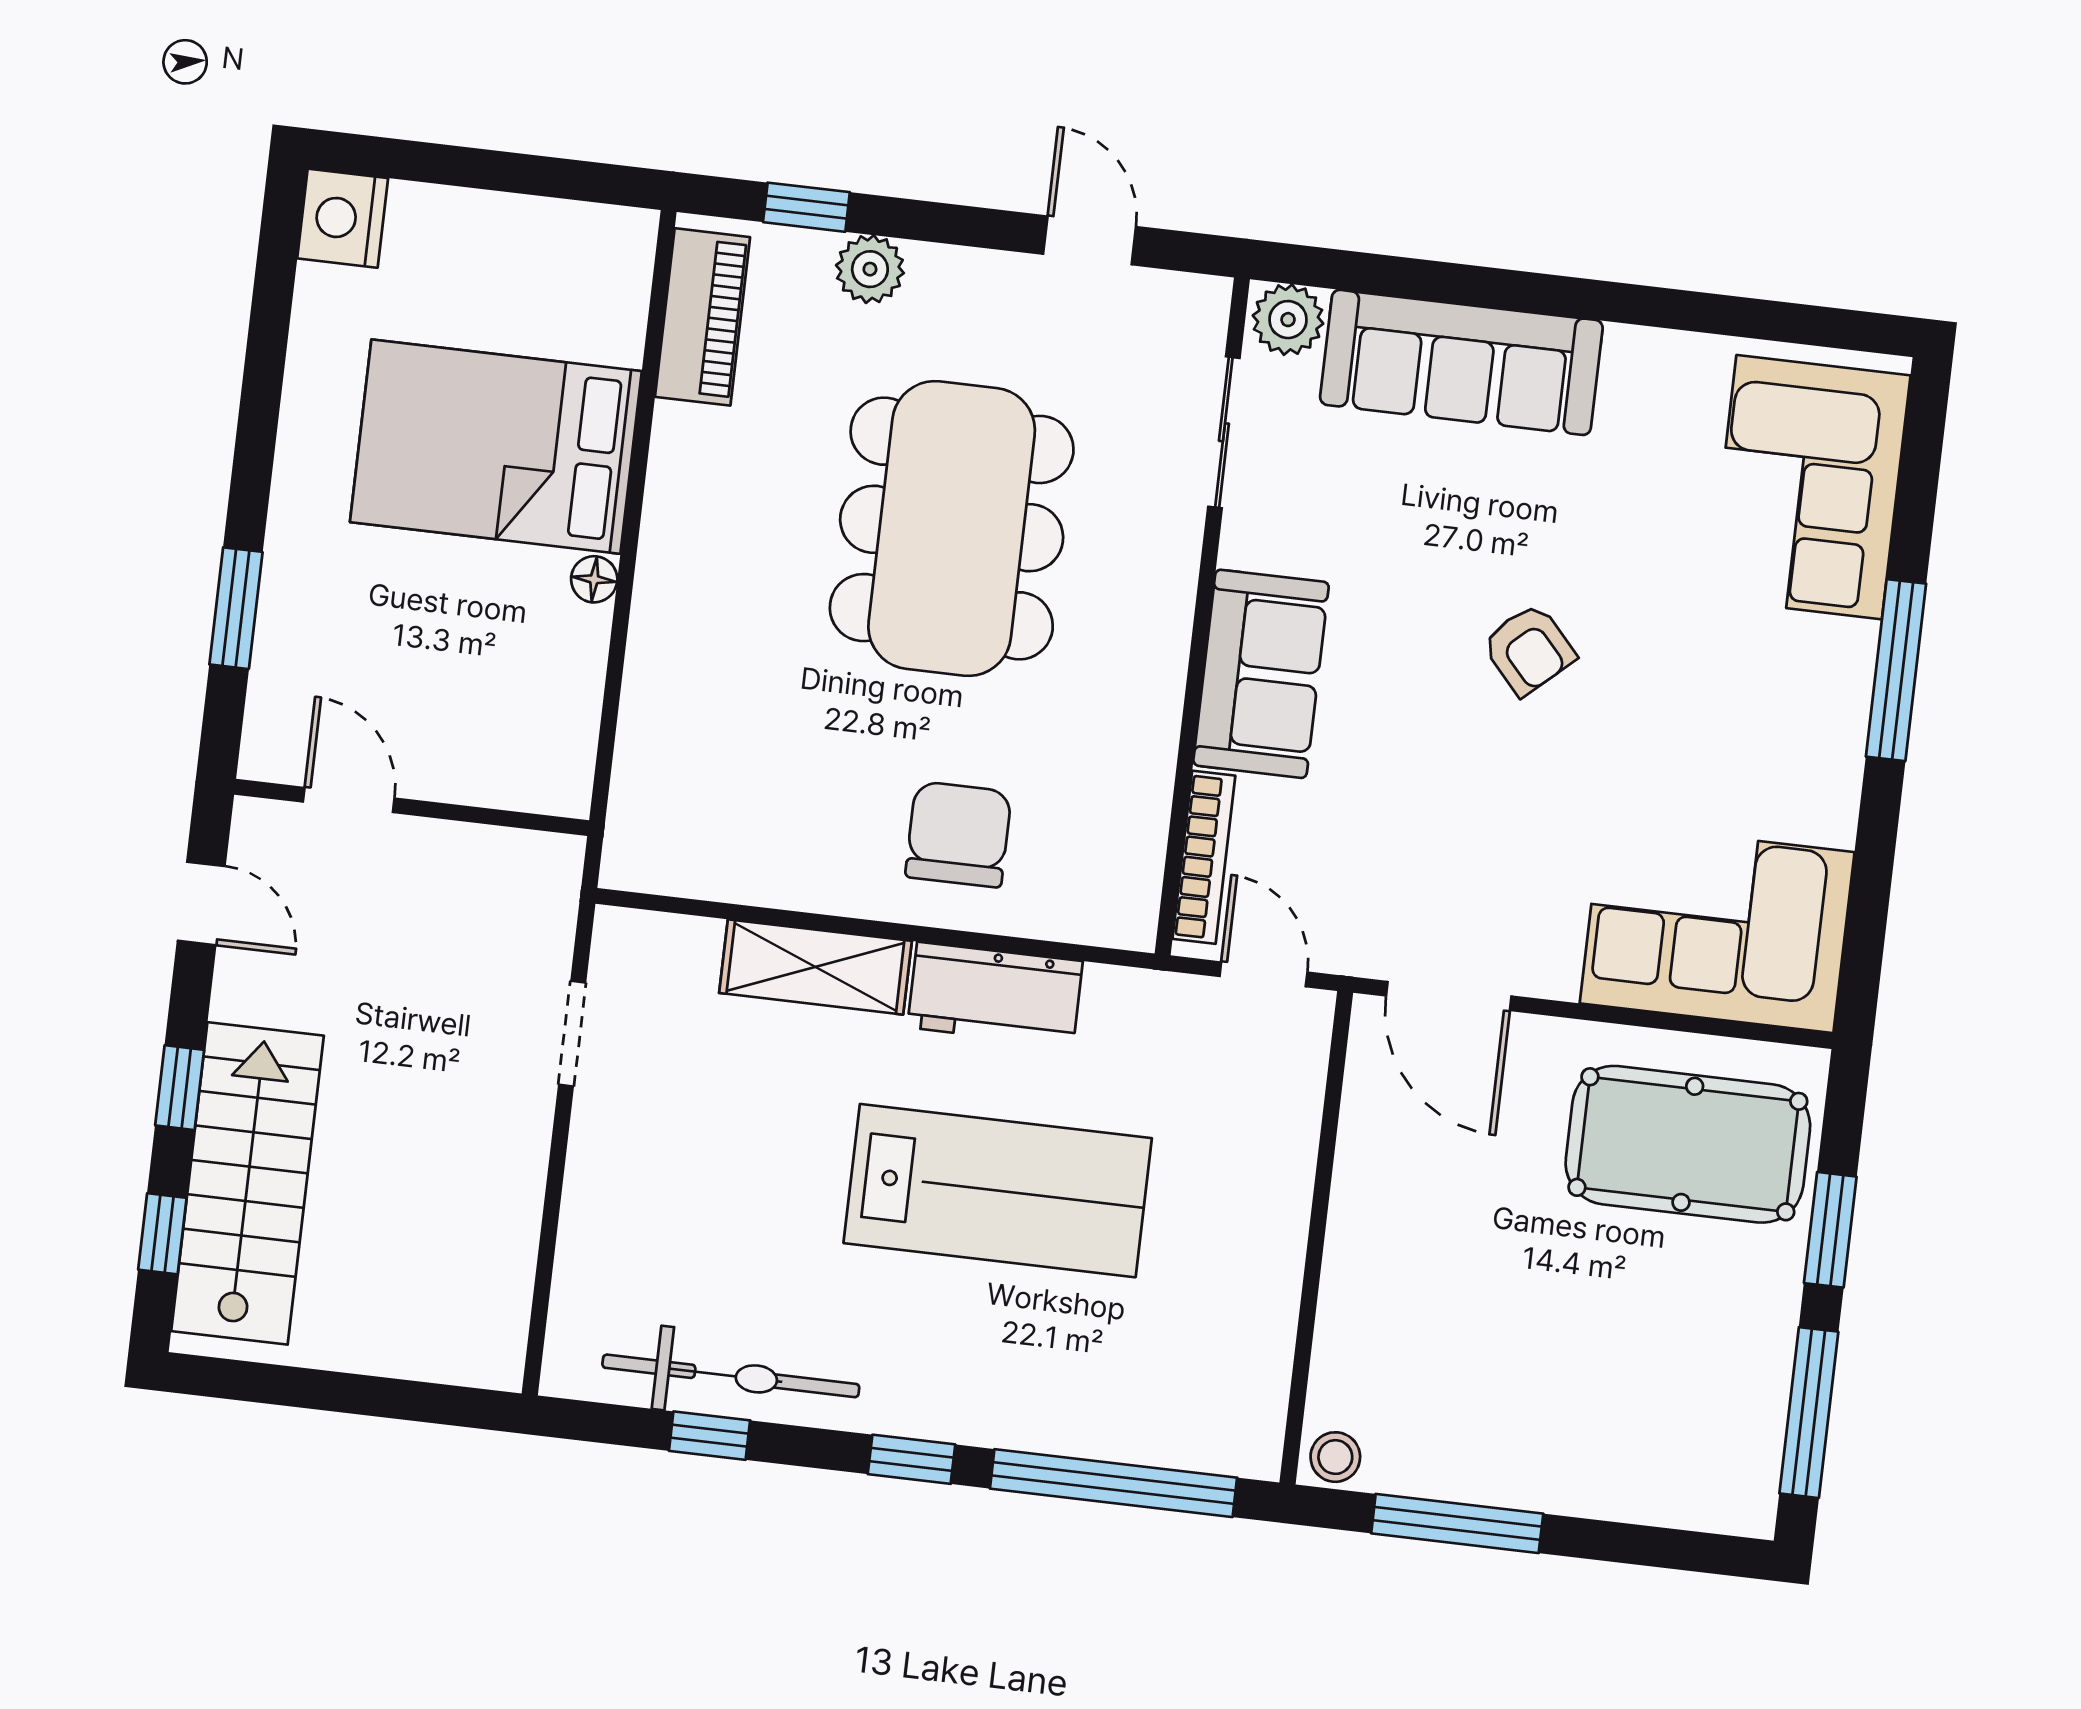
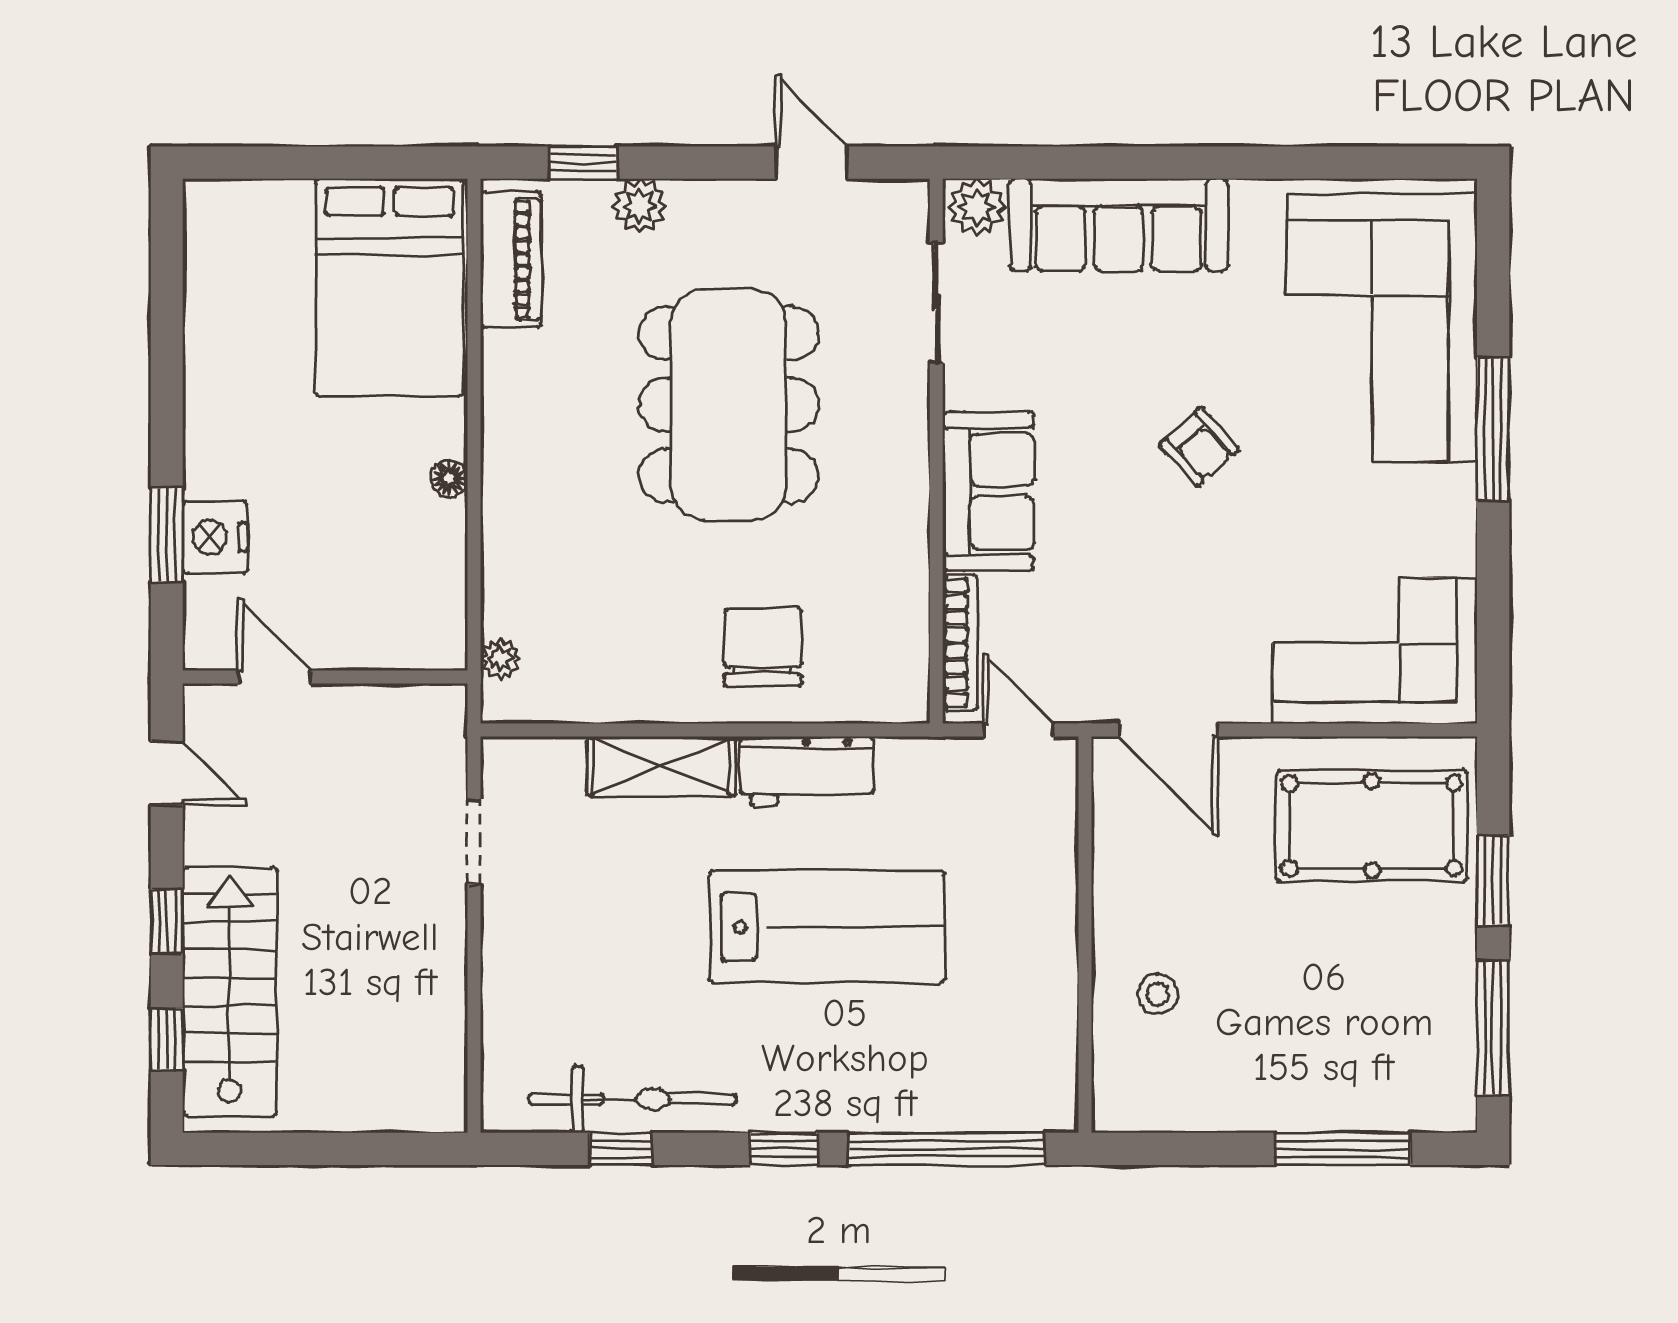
nightstand: (343, 218) -> (215, 537), moved
bed: (496, 447) -> (389, 288), moved, turned -90
corner sofa: (1809, 487) -> (1382, 327), width x1.36, depth x1.36
plant: (632, 811) -> (500, 659), added
stool: (1335, 1457) -> (1158, 994), moved
window: (1457, 1523) -> (1343, 1149), moved

